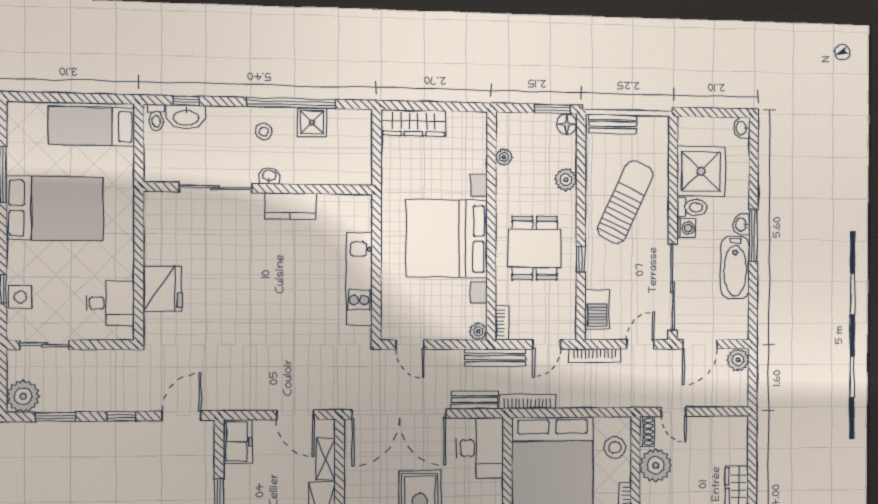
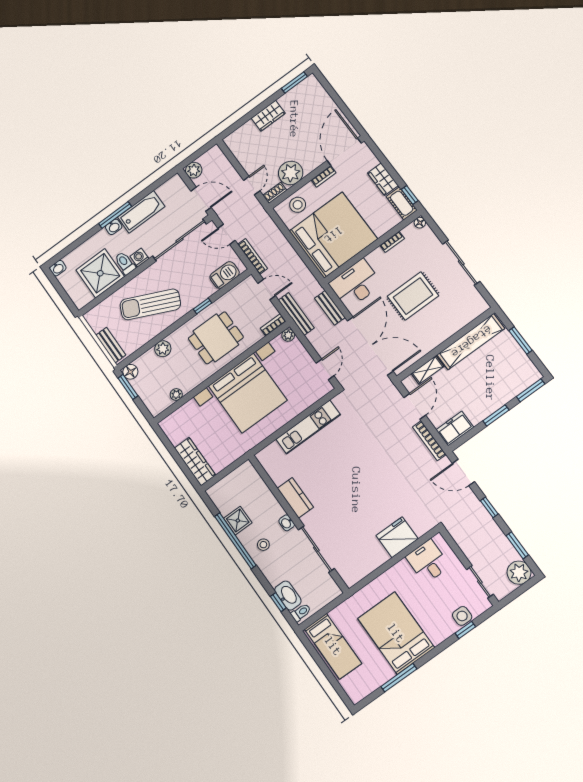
bookcase: (527, 401) -> (429, 441), moved

